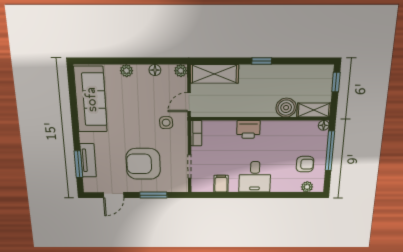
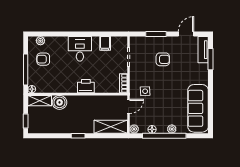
window: (137, 61) -> (164, 136), added
tv unit: (88, 160) -> (203, 50), moved
armchair: (143, 164) -> (163, 59), width x0.53, depth x0.53

